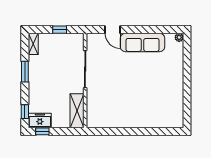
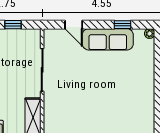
window: (155, 30) -> (122, 25), added

